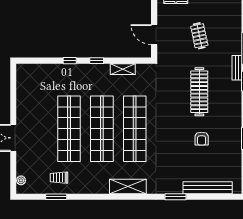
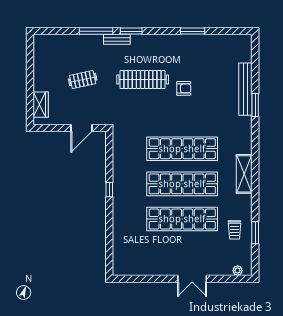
window: (70, 61) -> (109, 218), removed
shelving: (123, 69) -> (118, 162), removed
armchair: (202, 139) -> (184, 88), moved
shelving: (128, 187) -> (244, 174), moved
bench: (208, 188) -> (245, 89), moved

